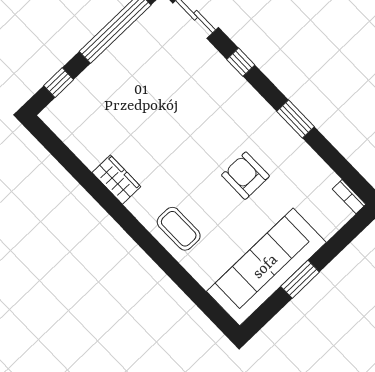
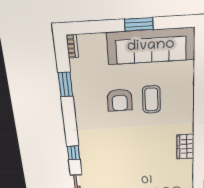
window: (295, 119) -> (65, 84), moved
coffee table: (179, 229) -> (151, 99), moved

